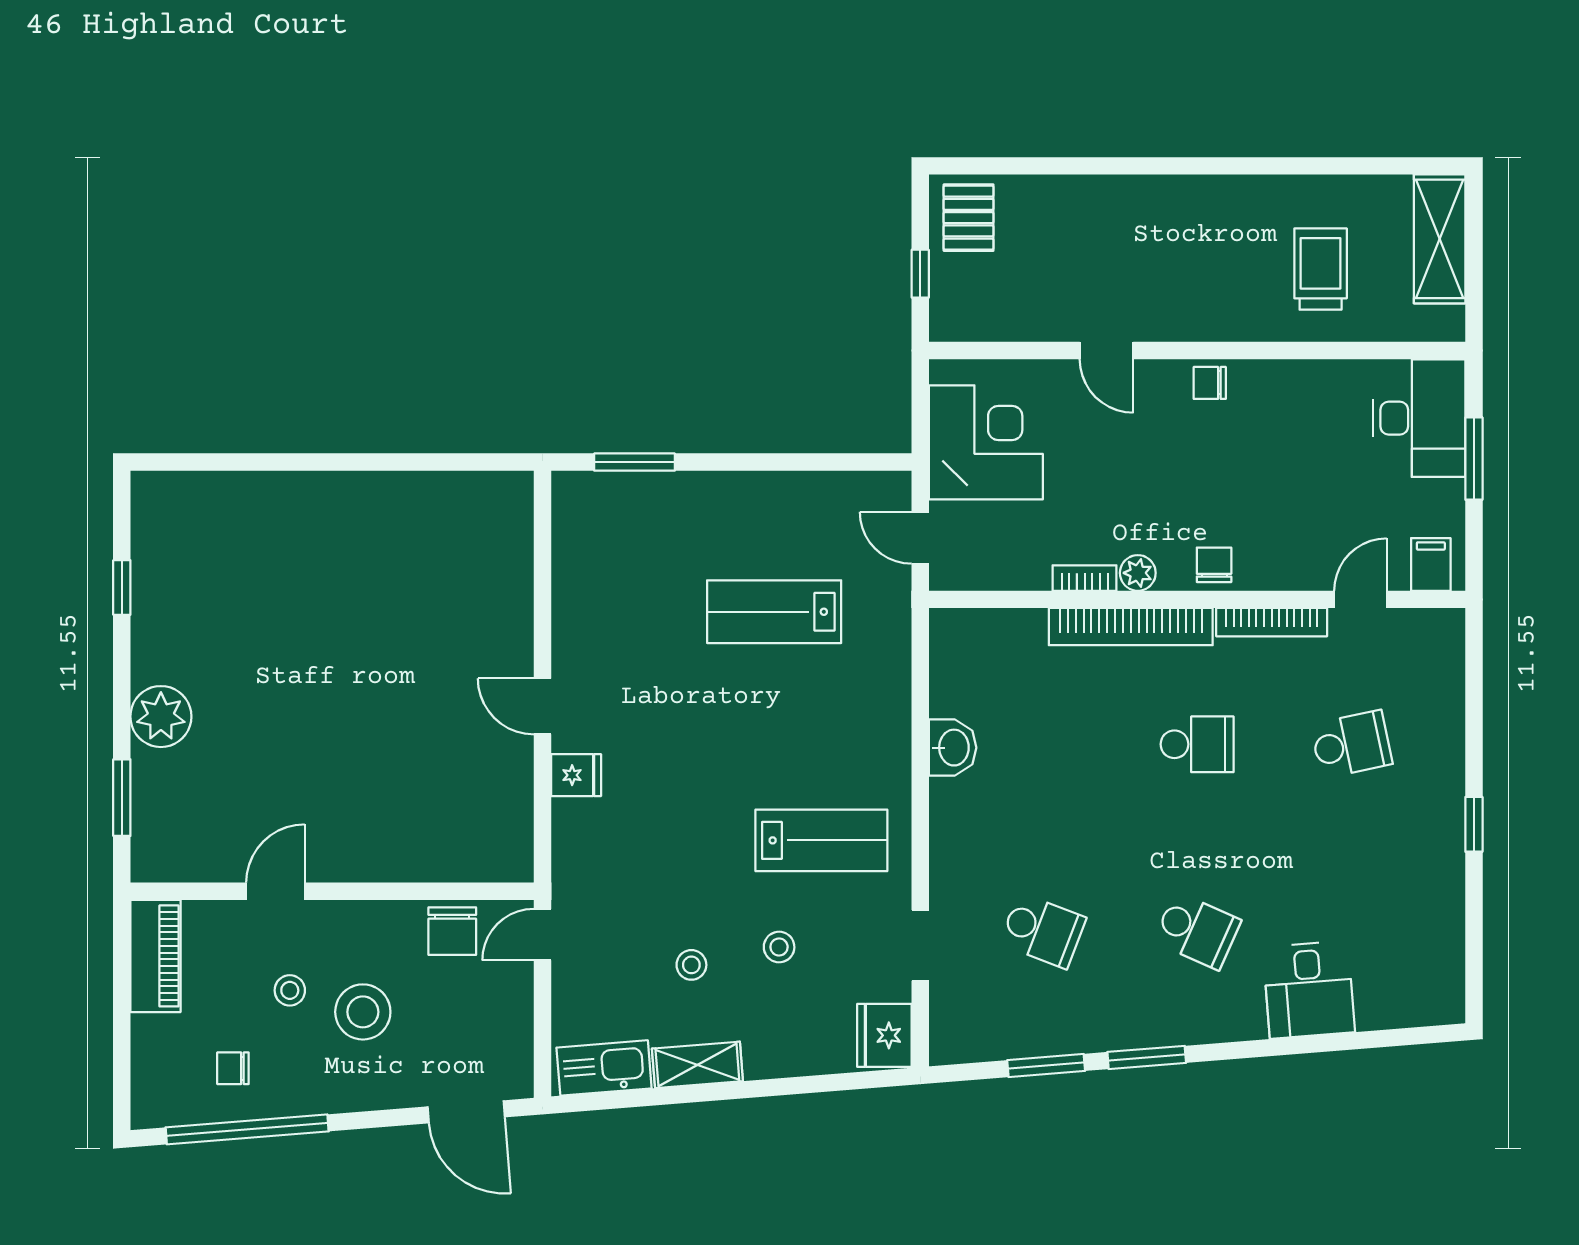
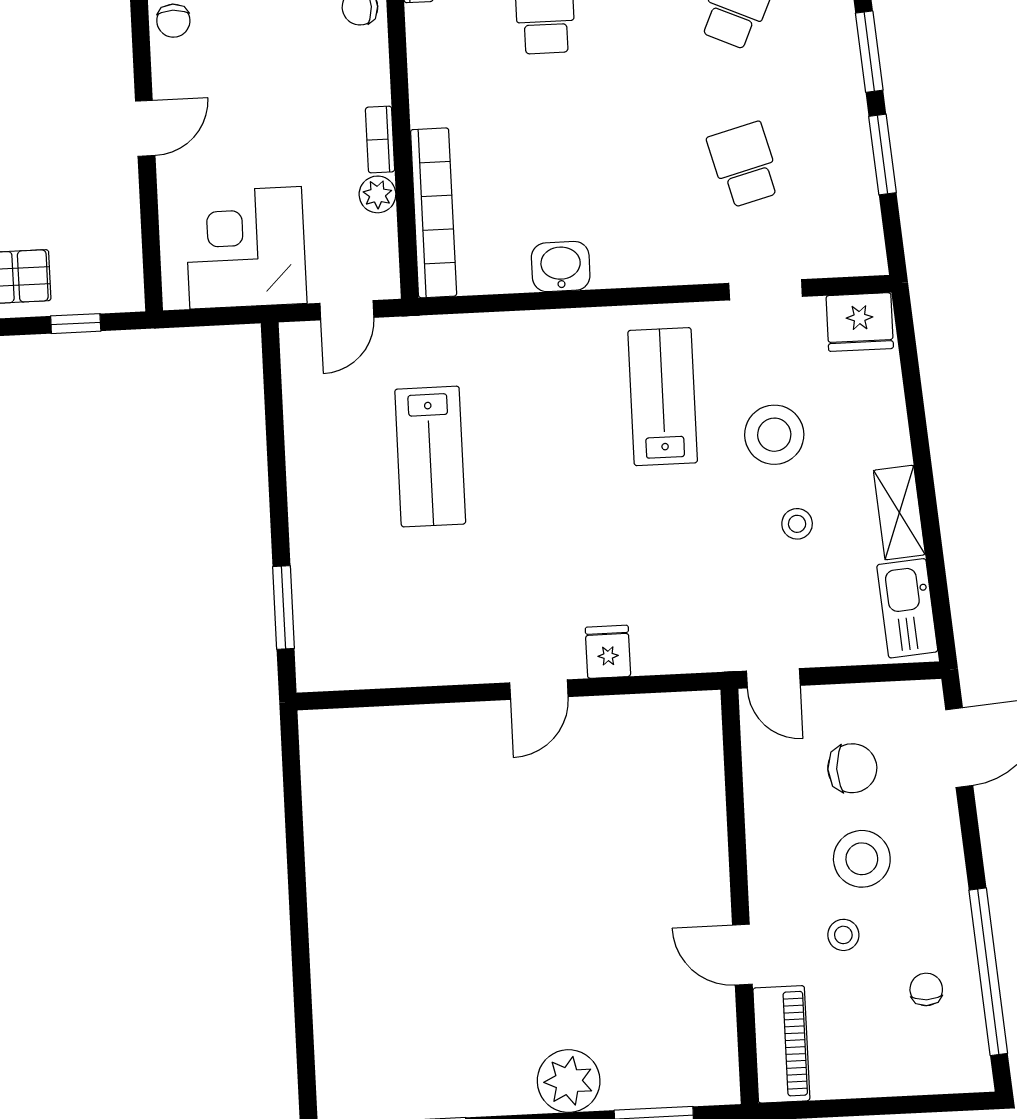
plant: (1138, 573) -> (377, 194), moved
bookcase: (1131, 627) -> (434, 213), moved
chair: (452, 931) -> (852, 768), moved
school desk: (1043, 931) -> (744, 165), turned -36
stool: (779, 947) -> (774, 435), width x1.89, depth x1.89
piano: (155, 956) -> (781, 1044), moved, turned 90
chair: (233, 1068) -> (926, 989), turned 180

